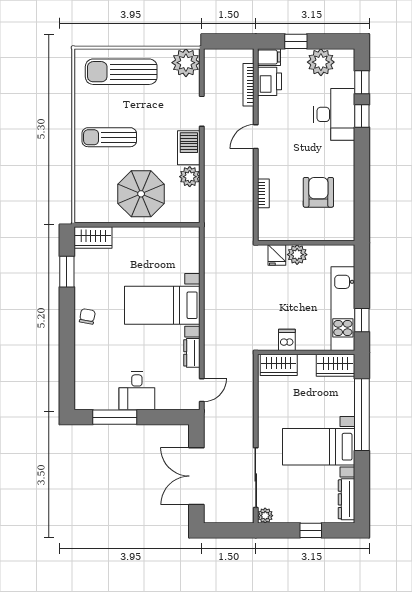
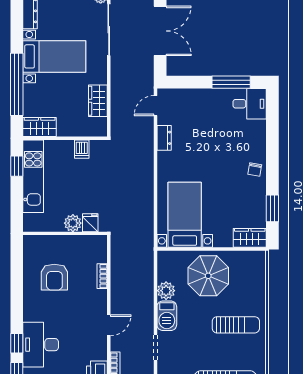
bed with nightstands: (162, 305) -> (185, 215), moved, turned -90
wardrobe: (279, 365) -> (98, 101), moved, turned -90
desk: (137, 391) -> (250, 104), moved, turned 90

